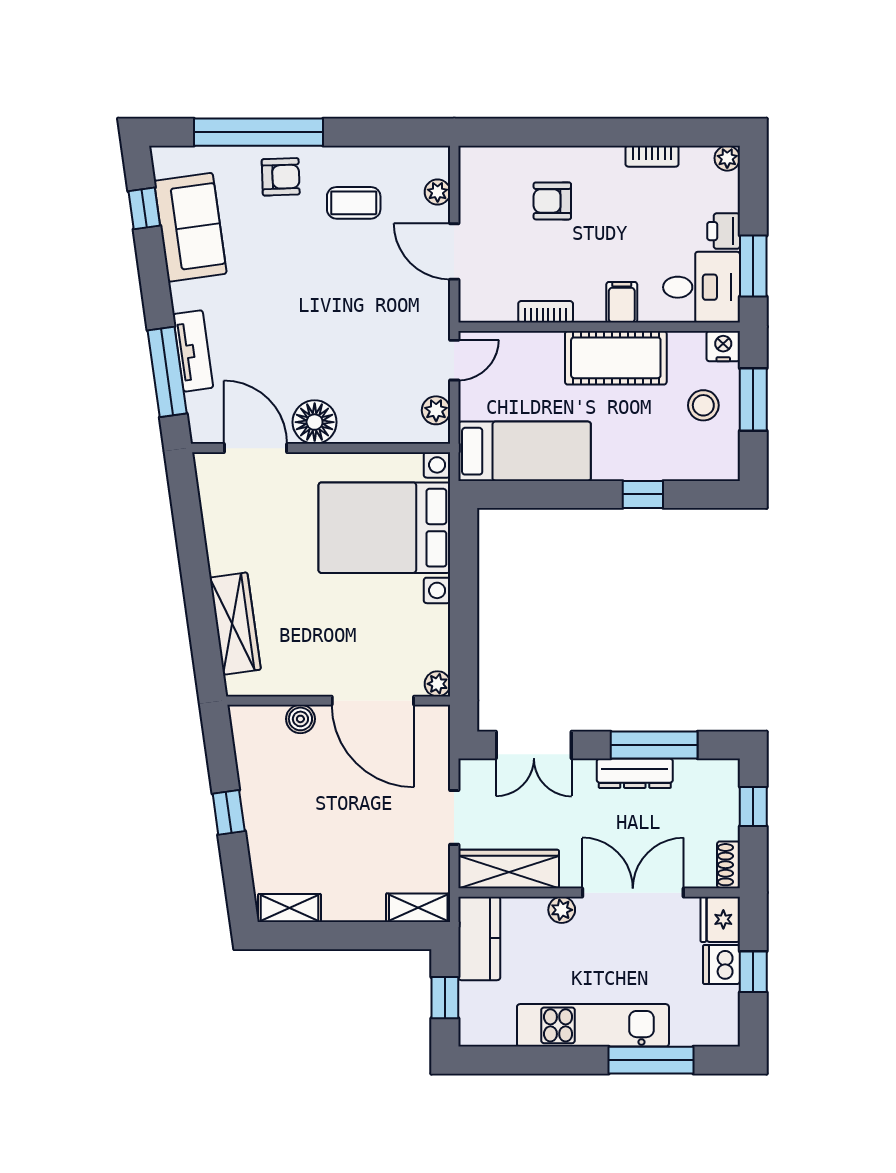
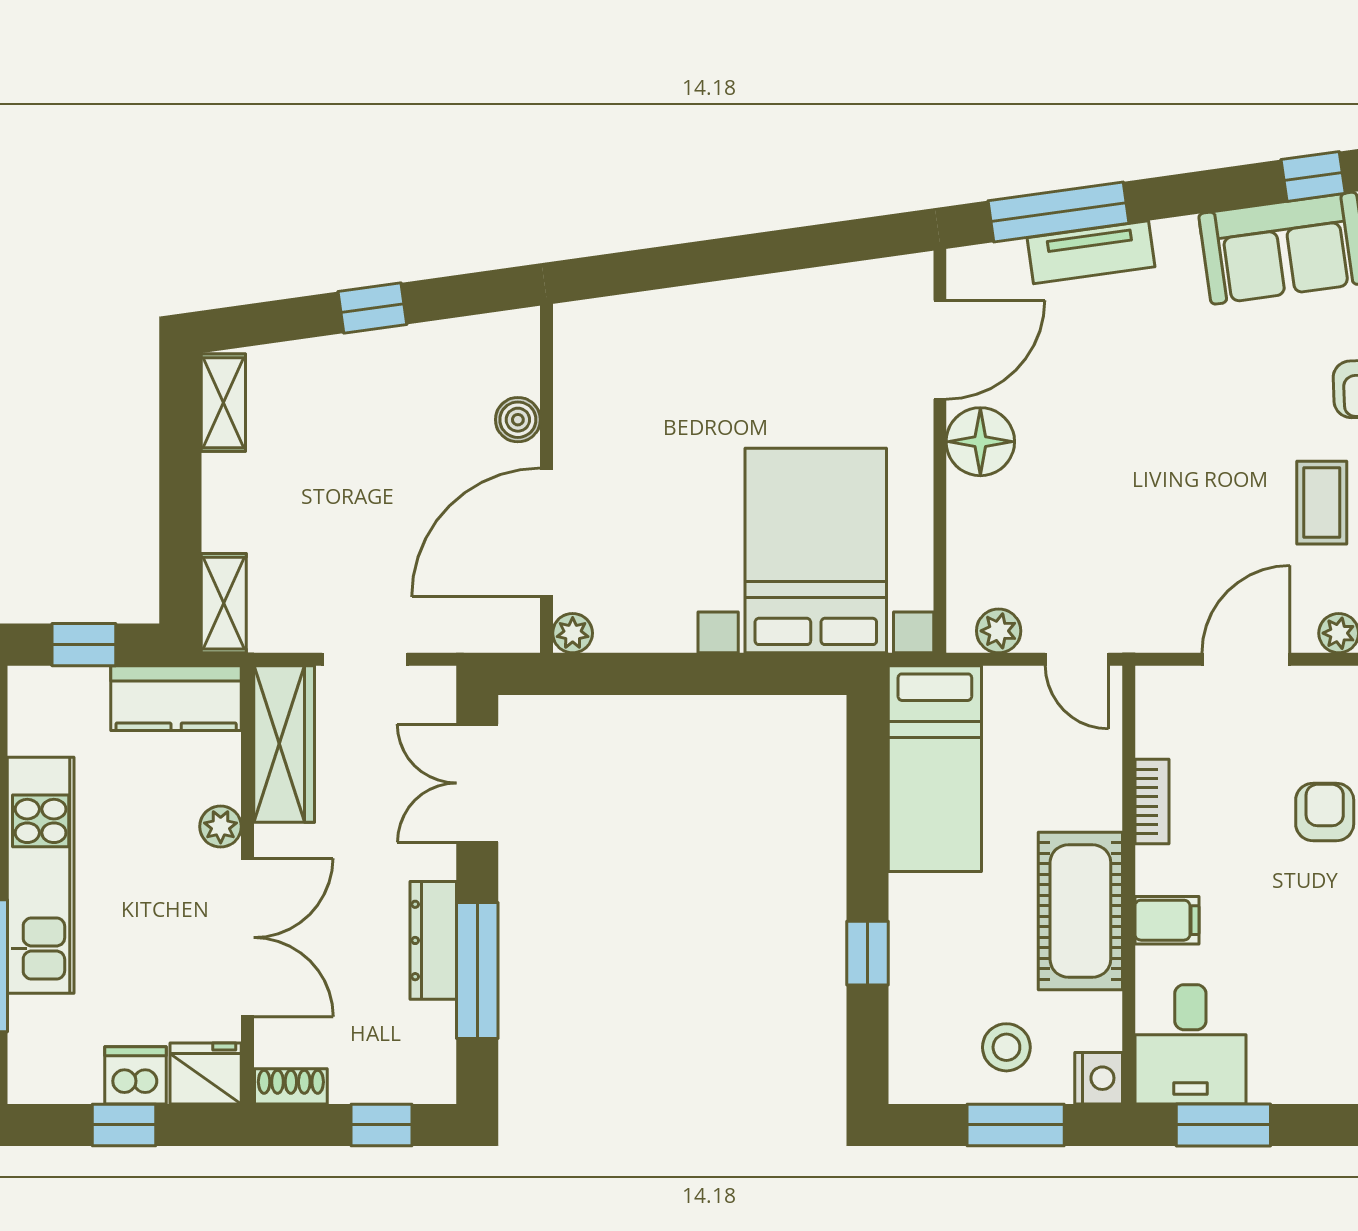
printer: (724, 231) -> (1278, 1079), removed
wardrobe: (235, 624) -> (666, 318), removed

